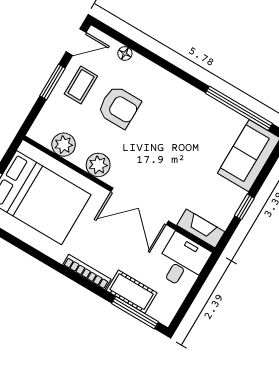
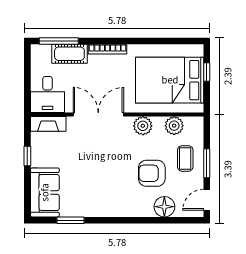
floor lamp: (125, 53) -> (164, 207), width x1.89, depth x1.89
coffee table: (81, 85) -> (185, 158), moved
window: (239, 108) -> (70, 220), width x0.47

